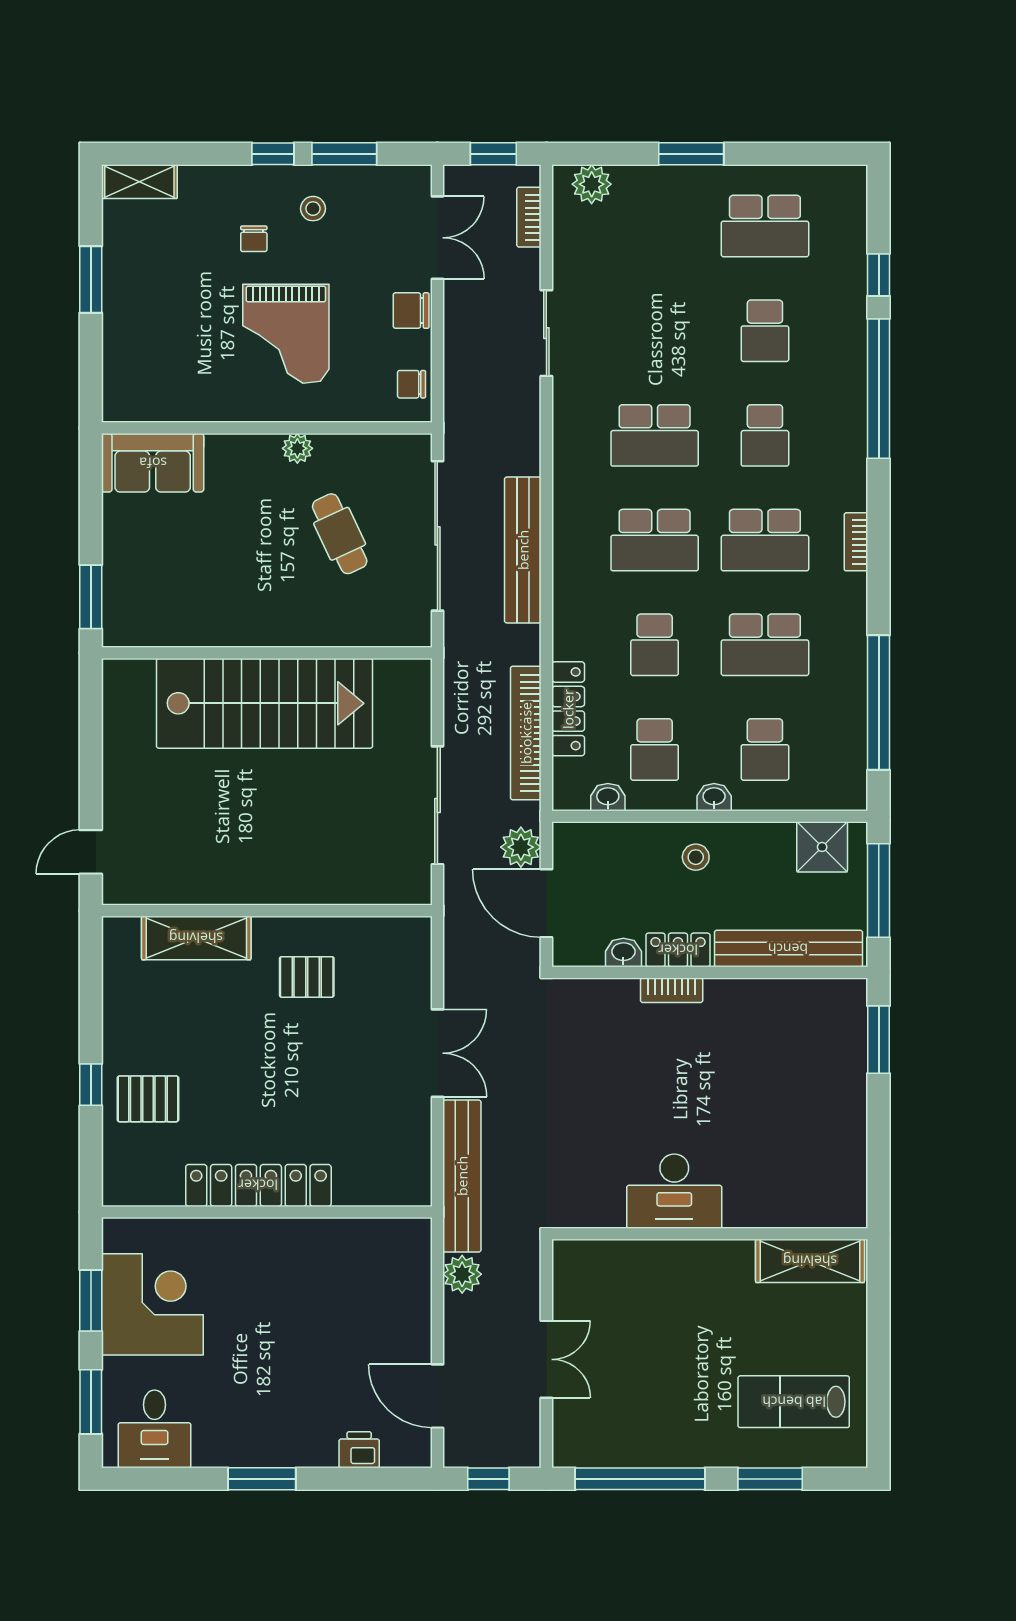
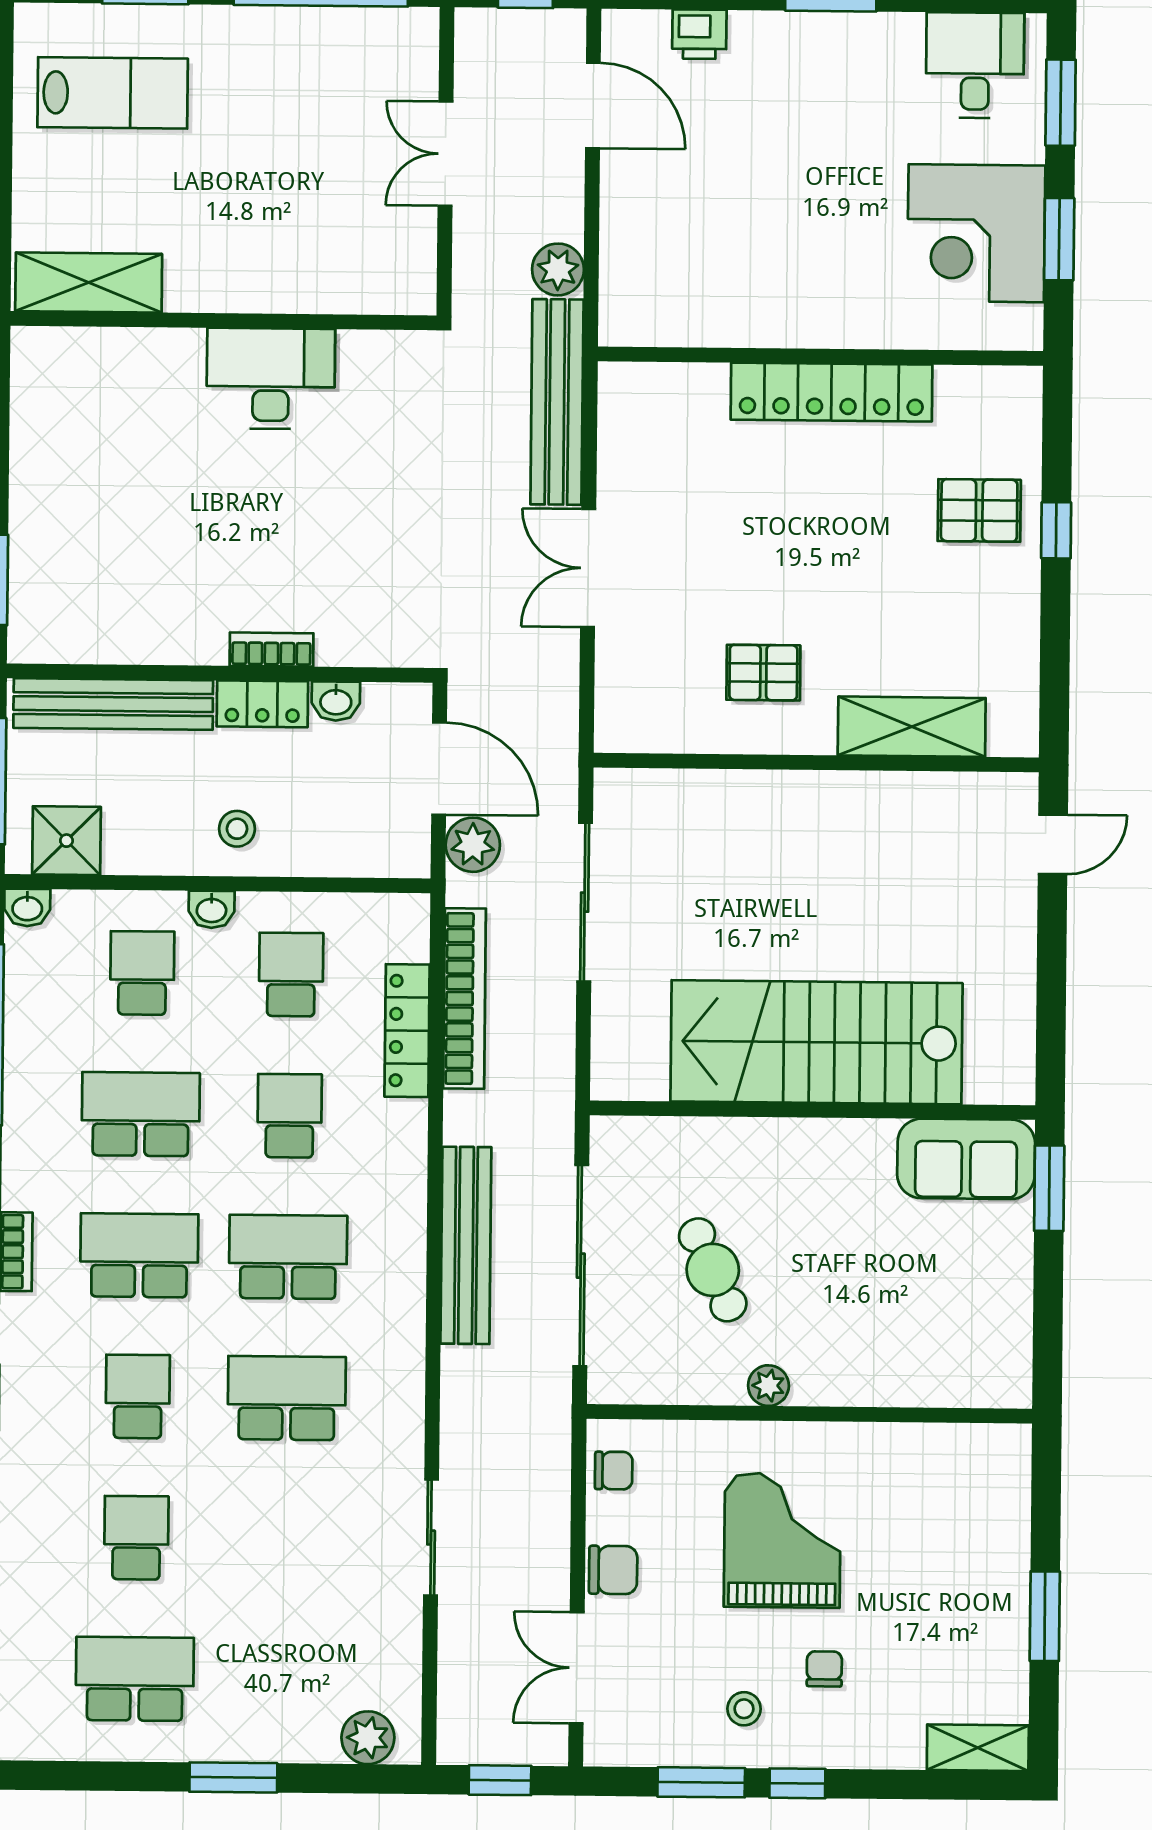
bookcase: (529, 217) -> (453, 1694), removed
sofa: (153, 463) -> (966, 1159), moved, turned 180
washbasin: (608, 797) -> (27, 908), moved

